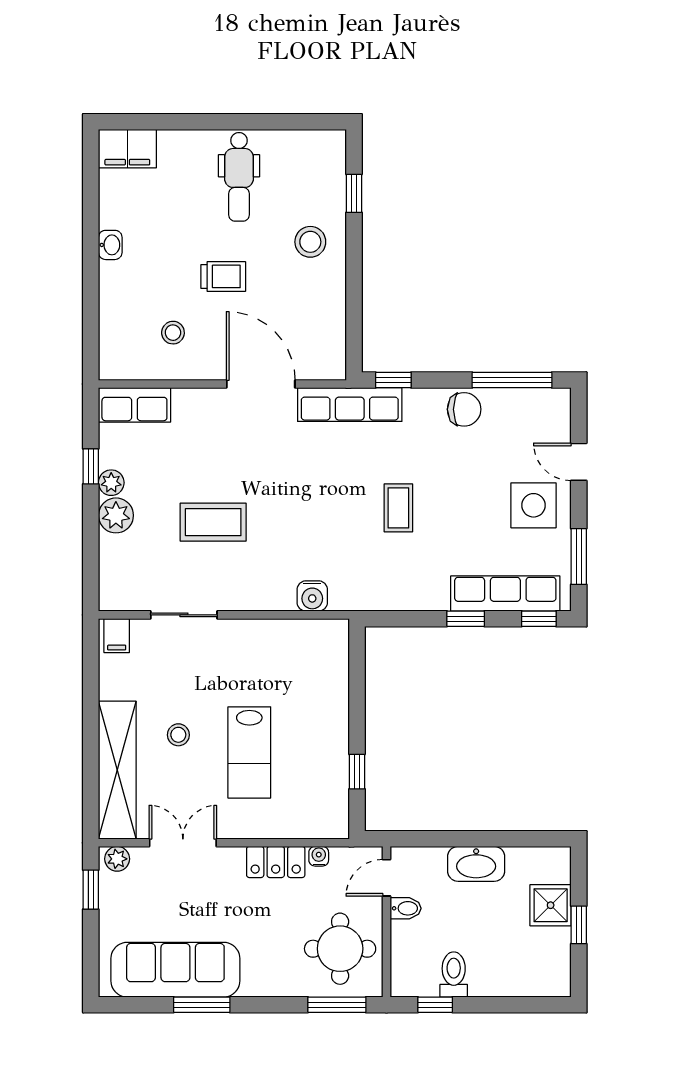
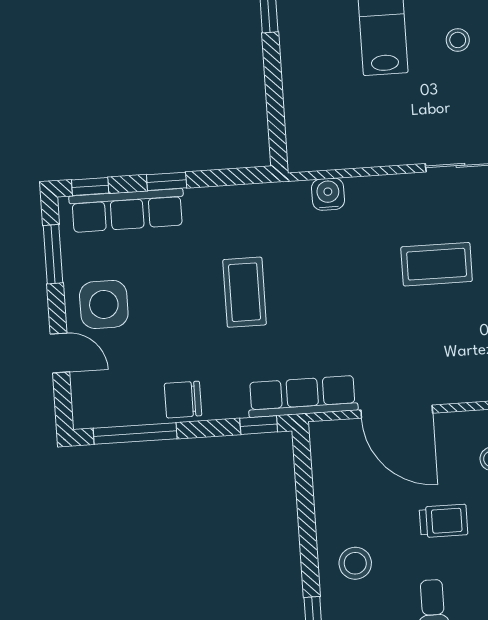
trolley: (223, 276) -> (444, 521), turned 180
coffee table: (398, 508) -> (245, 292), width x1.36, depth x1.30

